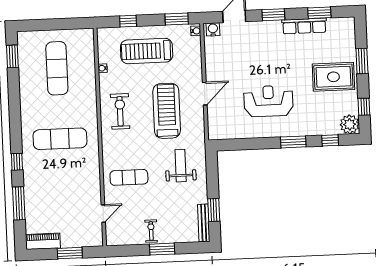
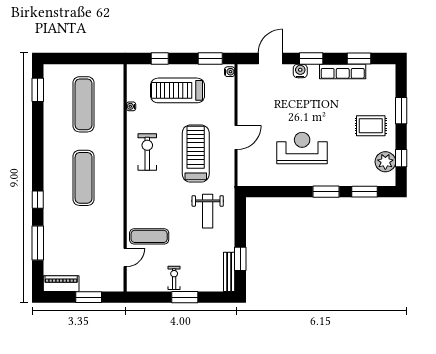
water cooler: (213, 29) -> (300, 71), moved
rug: (333, 77) -> (371, 126), width x0.73, depth x0.70
plant: (350, 124) -> (385, 162), moved
exercise mat: (60, 139) -> (84, 178), turned 90
window: (330, 140) -> (364, 192), width x1.50
weight bench: (181, 166) -> (208, 211), turned 180
exercise mat: (129, 177) -> (149, 236), moved

